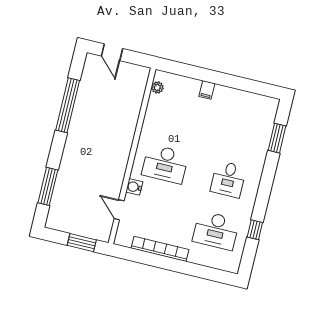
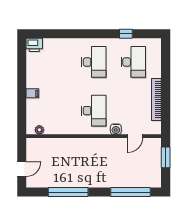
printer: (269, 108) -> (34, 45), added
window: (277, 138) -> (55, 34), removed
desk: (228, 179) -> (94, 62), width x1.37
window: (48, 186) -> (131, 192), width x1.46

